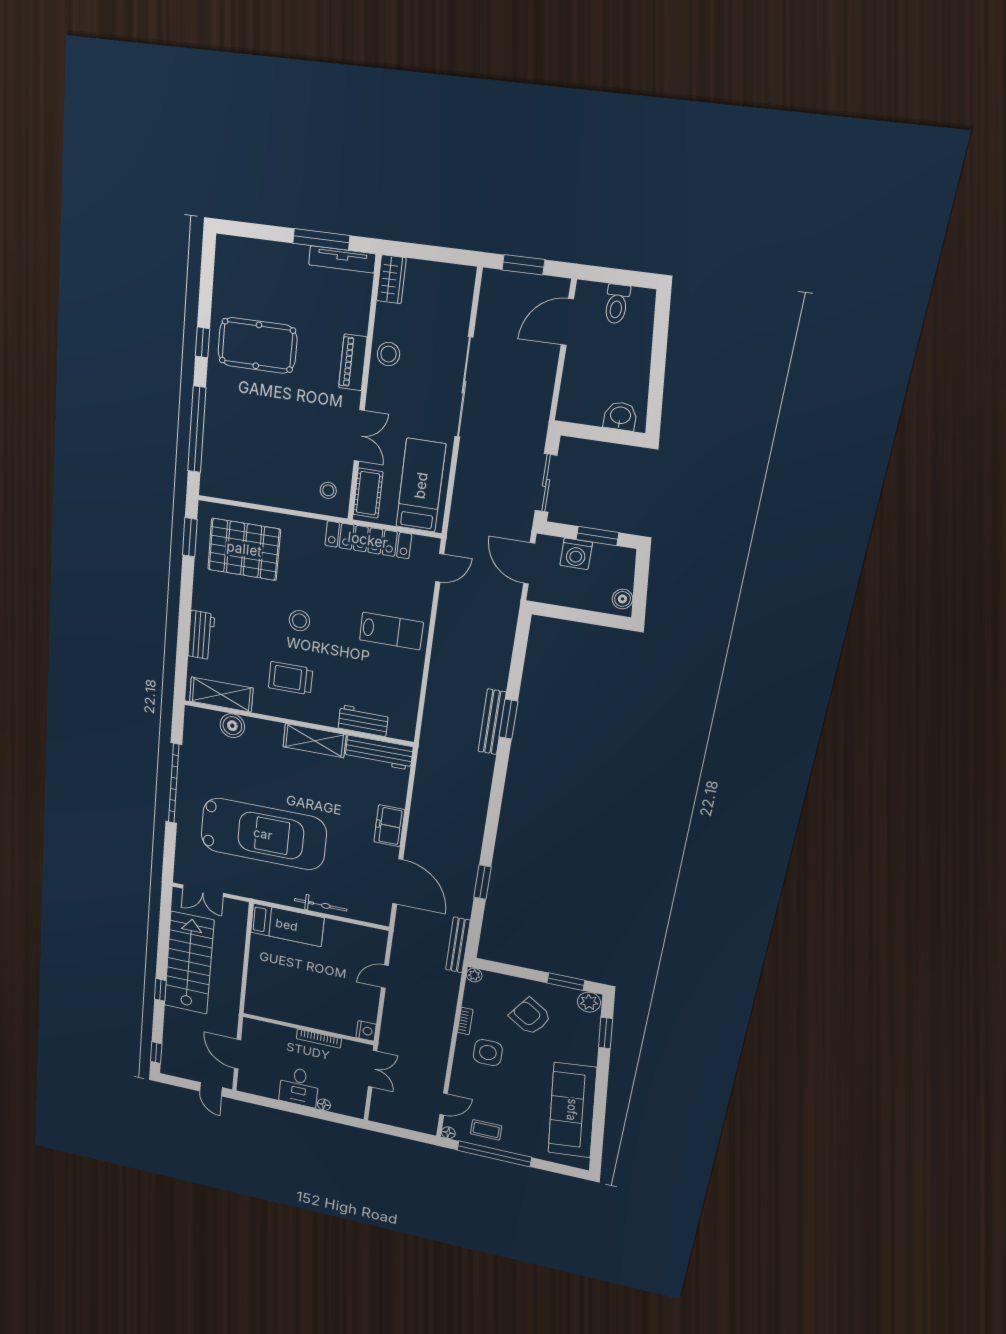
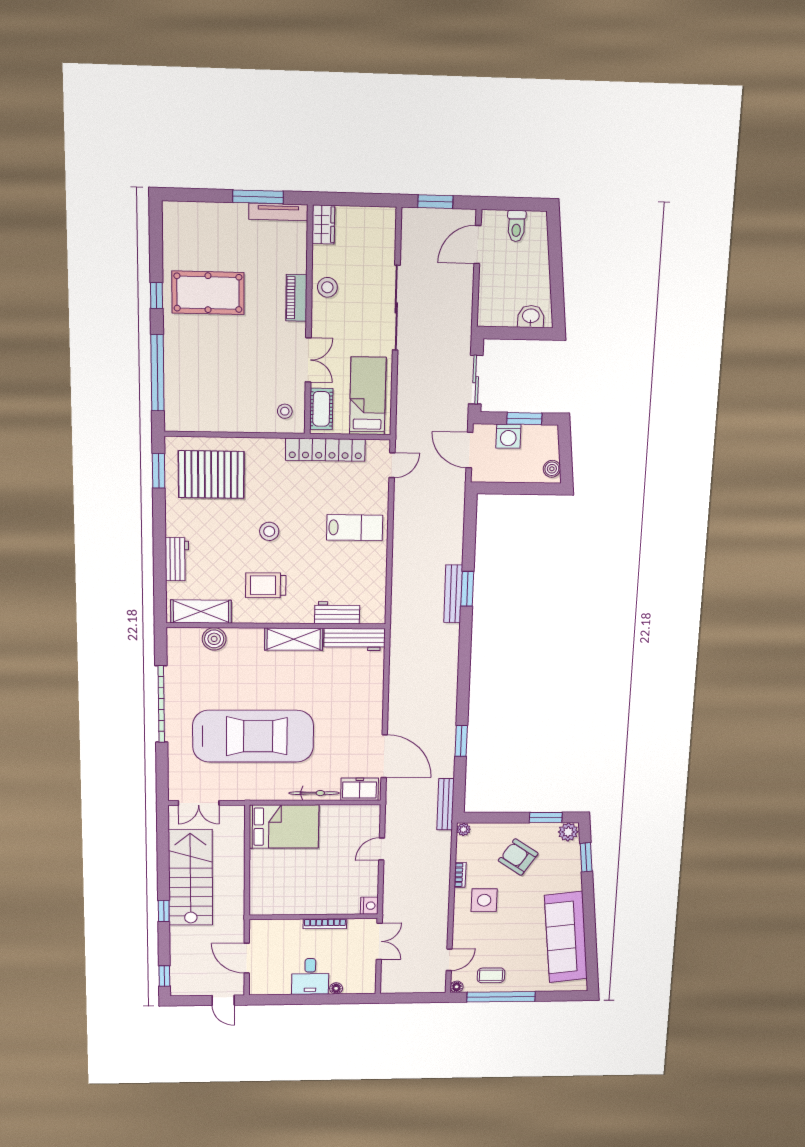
freezer: (389, 826) -> (360, 789), moved, turned 90
bed: (287, 925) -> (284, 827), width x1.50

